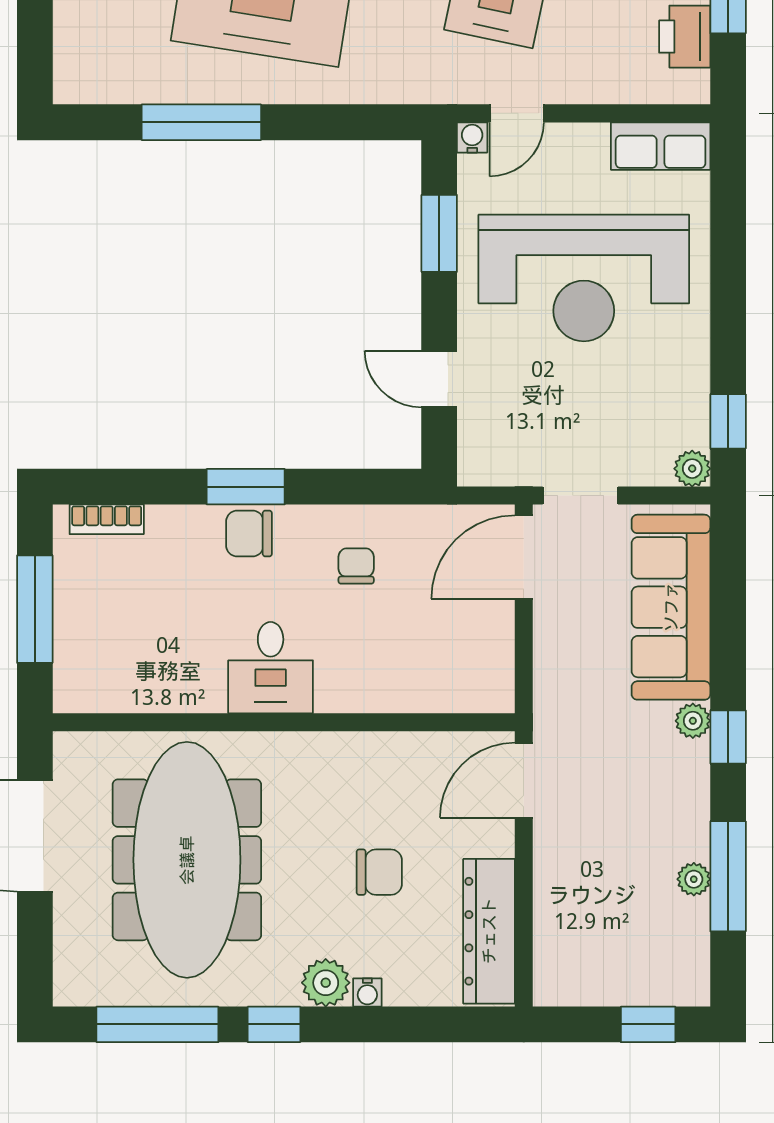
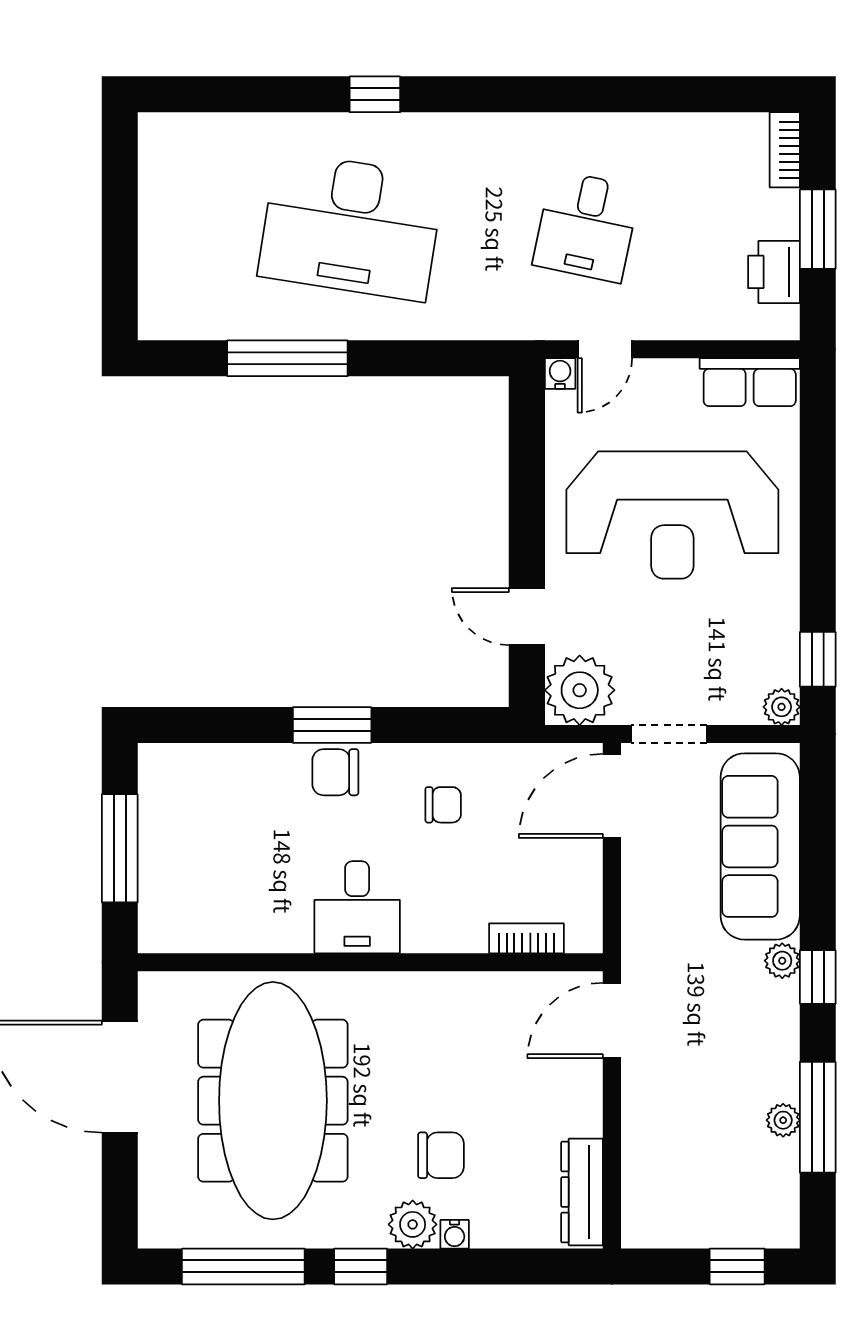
window: (439, 233) -> (527, 470), removed
plant: (492, 452) -> (580, 690), added
bookcase: (107, 519) -> (526, 938), moved, turned 180
chair: (356, 566) -> (443, 805), turned 90
chair: (379, 872) -> (441, 1155), moved
dresser: (489, 931) -> (582, 1192), width x0.73, depth x0.80

